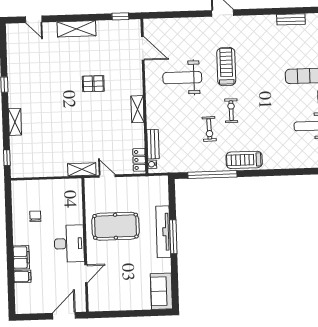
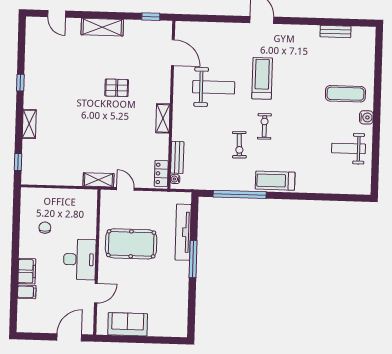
weight bench: (182, 78) -> (214, 87), turned 180
tv unit: (163, 232) -> (183, 232), moved
sofa: (161, 291) -> (128, 324), moved, turned 90

